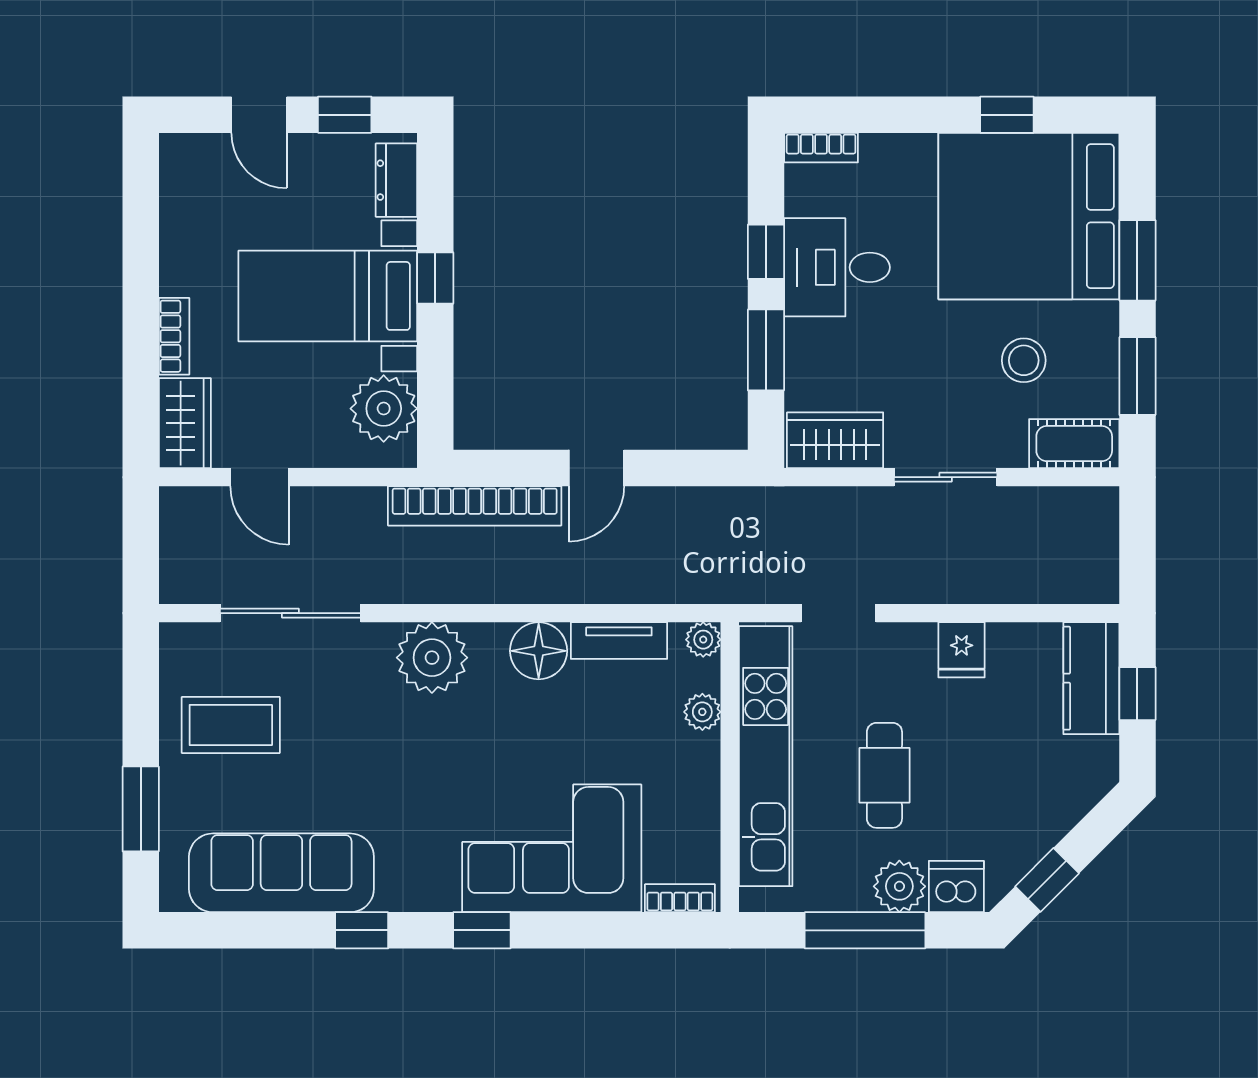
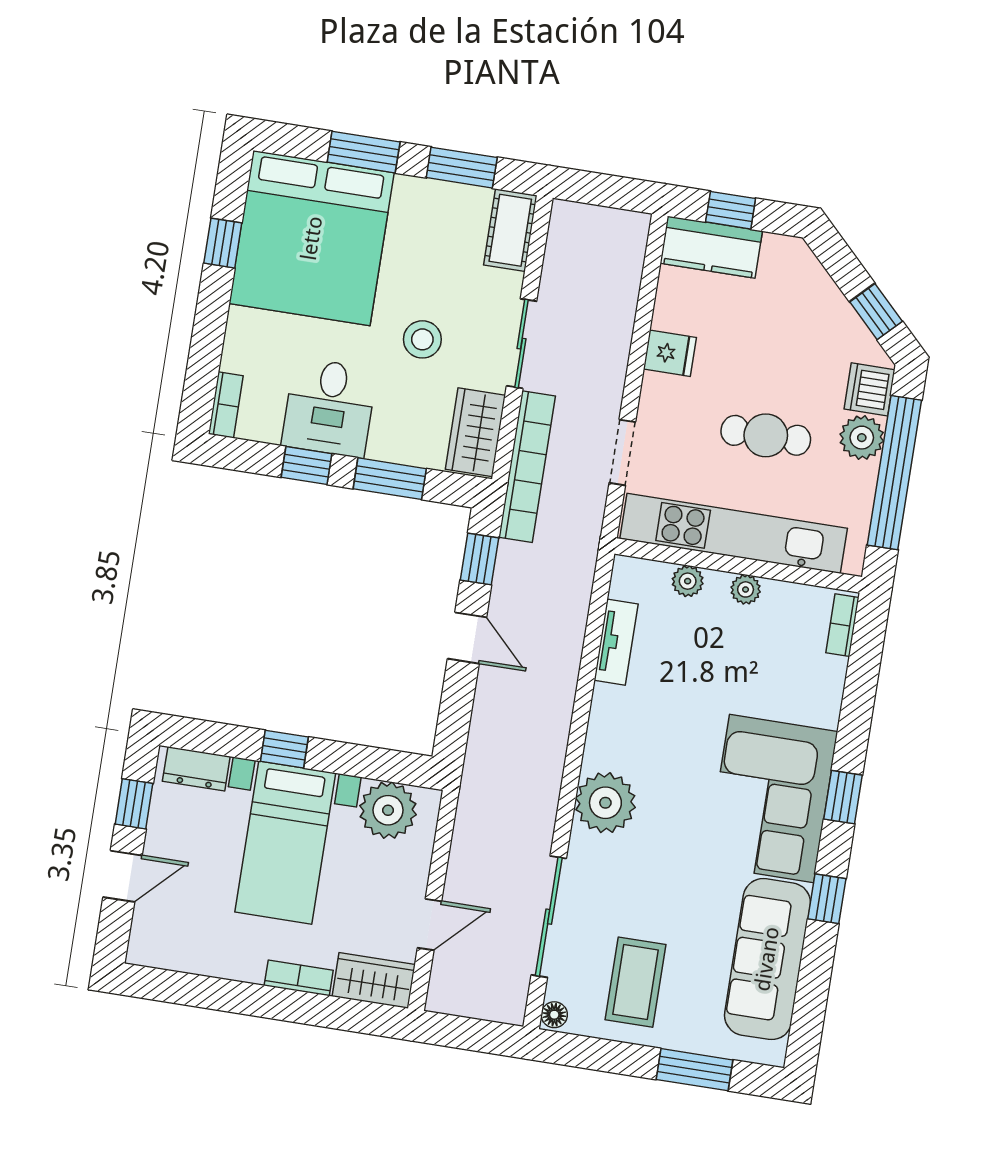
stool: (1024, 360) -> (422, 339), moved
window: (690, 468) -> (480, 559), added
bookcase: (475, 506) -> (527, 467), moved
plant: (703, 640) -> (746, 589), moved
floor lamp: (539, 651) -> (554, 1015), moved, width x0.53, depth x0.53
corner sofa: (552, 848) -> (772, 799), moved
window: (865, 930) -> (894, 473), width x1.46

